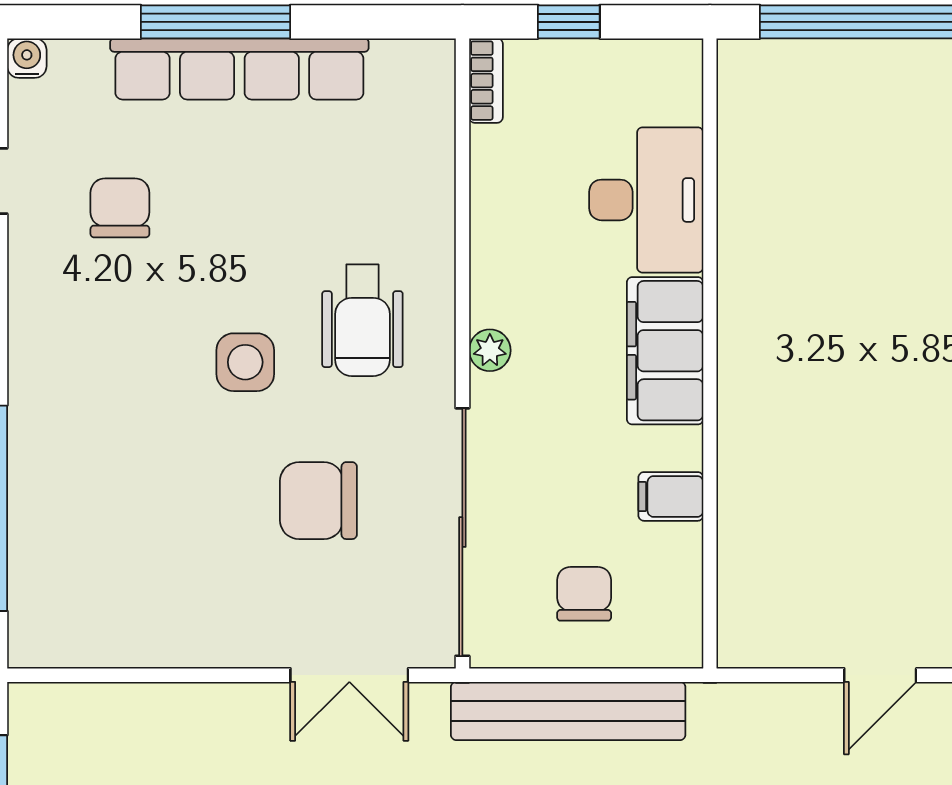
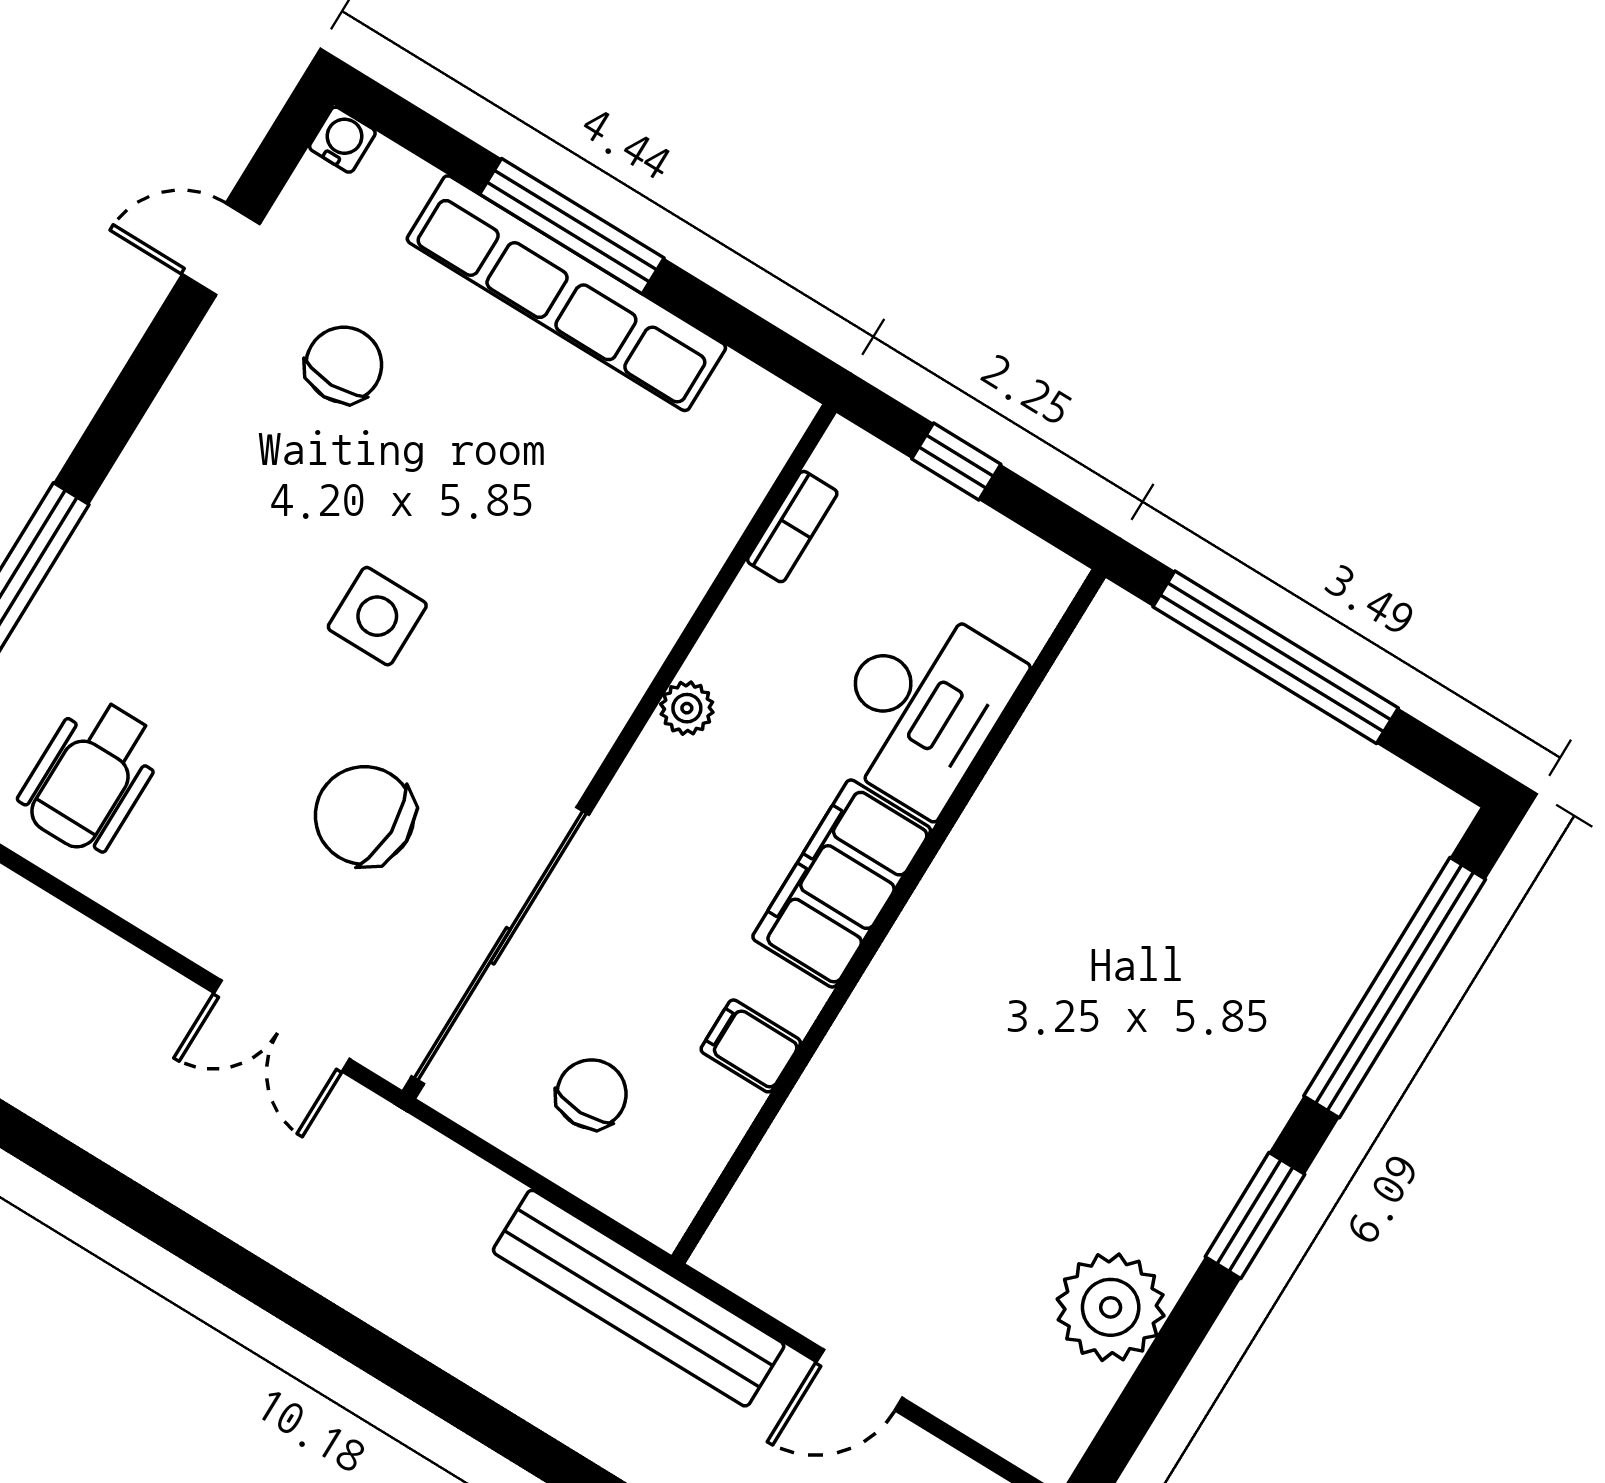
bookcase: (486, 81) -> (792, 527), moved
wheelchair: (362, 320) -> (91, 776), moved
plant: (490, 350) -> (687, 708), moved
bench: (568, 711) -> (639, 1298), moved

